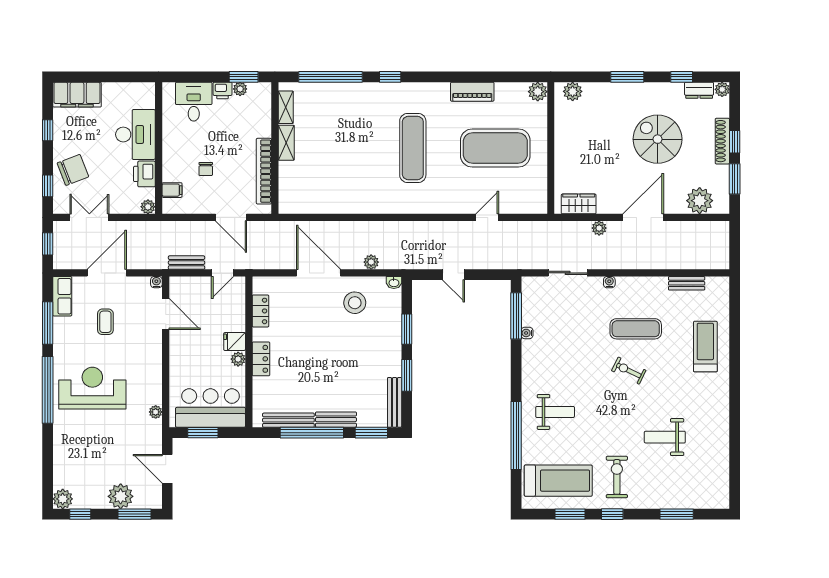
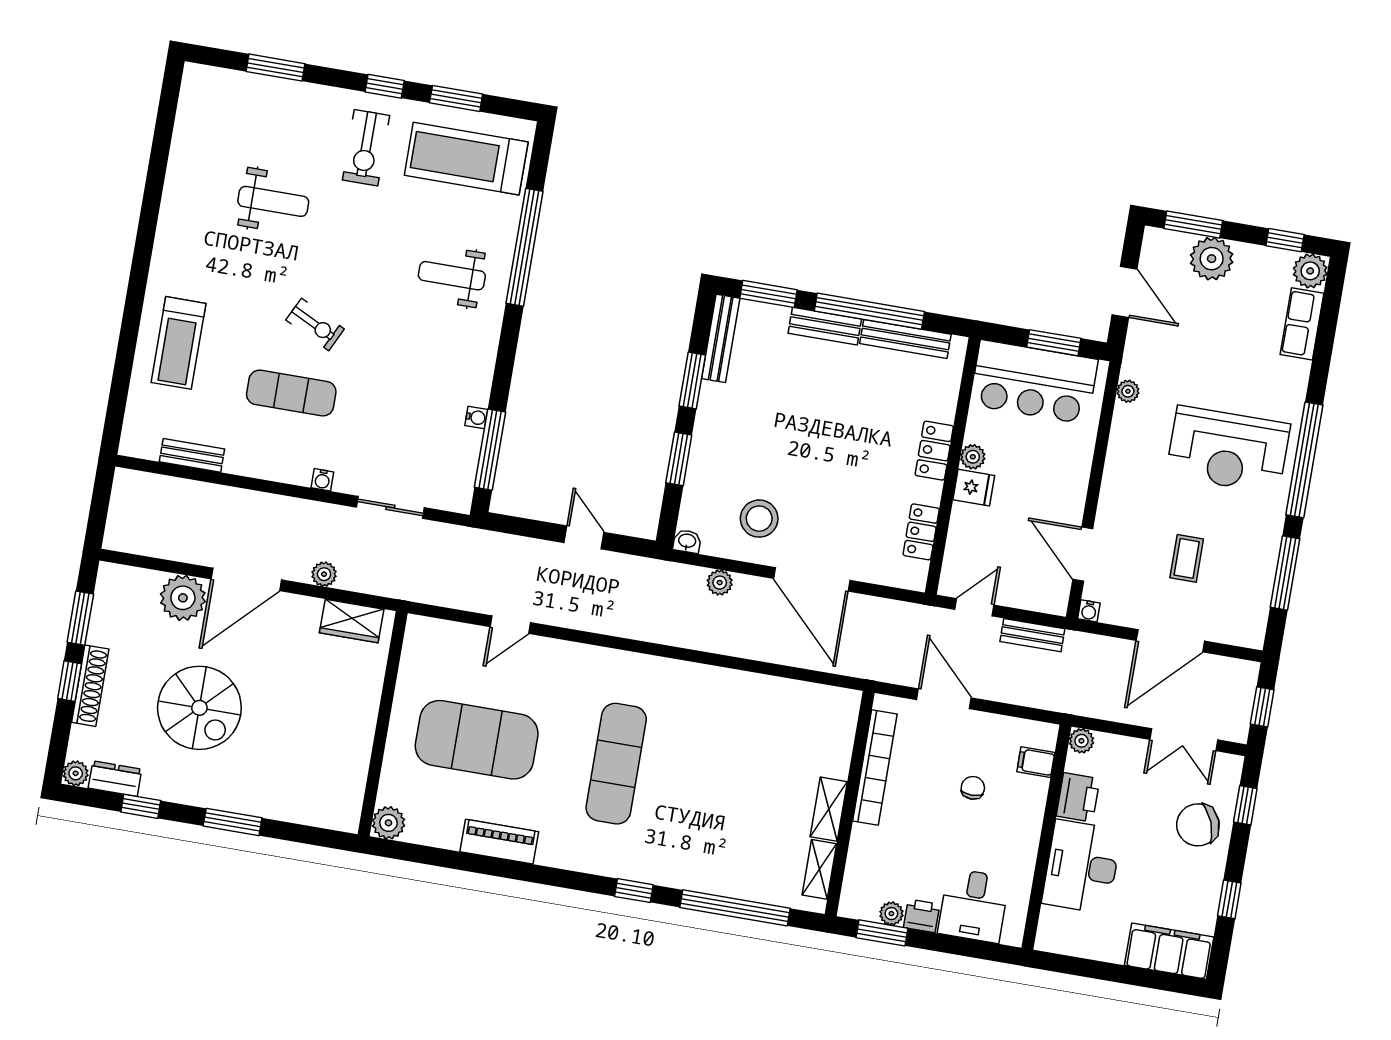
plant: (573, 91) -> (329, 813), removed
plant: (700, 201) -> (183, 598), moved
row of seats: (62, 296) -> (1302, 324), moved

